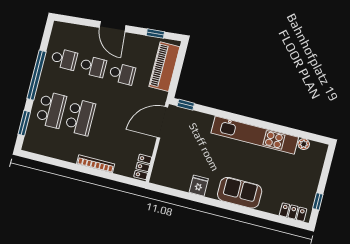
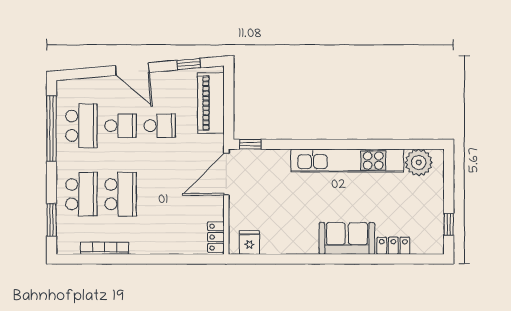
school desk: (64, 59) -> (81, 126), width x1.85
window: (37, 75) -> (52, 128), moved
plant: (304, 144) -> (419, 162), width x1.88, depth x1.88
bookcase: (96, 164) -> (105, 248), moved
fridge: (199, 186) -> (249, 243), moved
locker: (293, 212) -> (393, 246), moved

